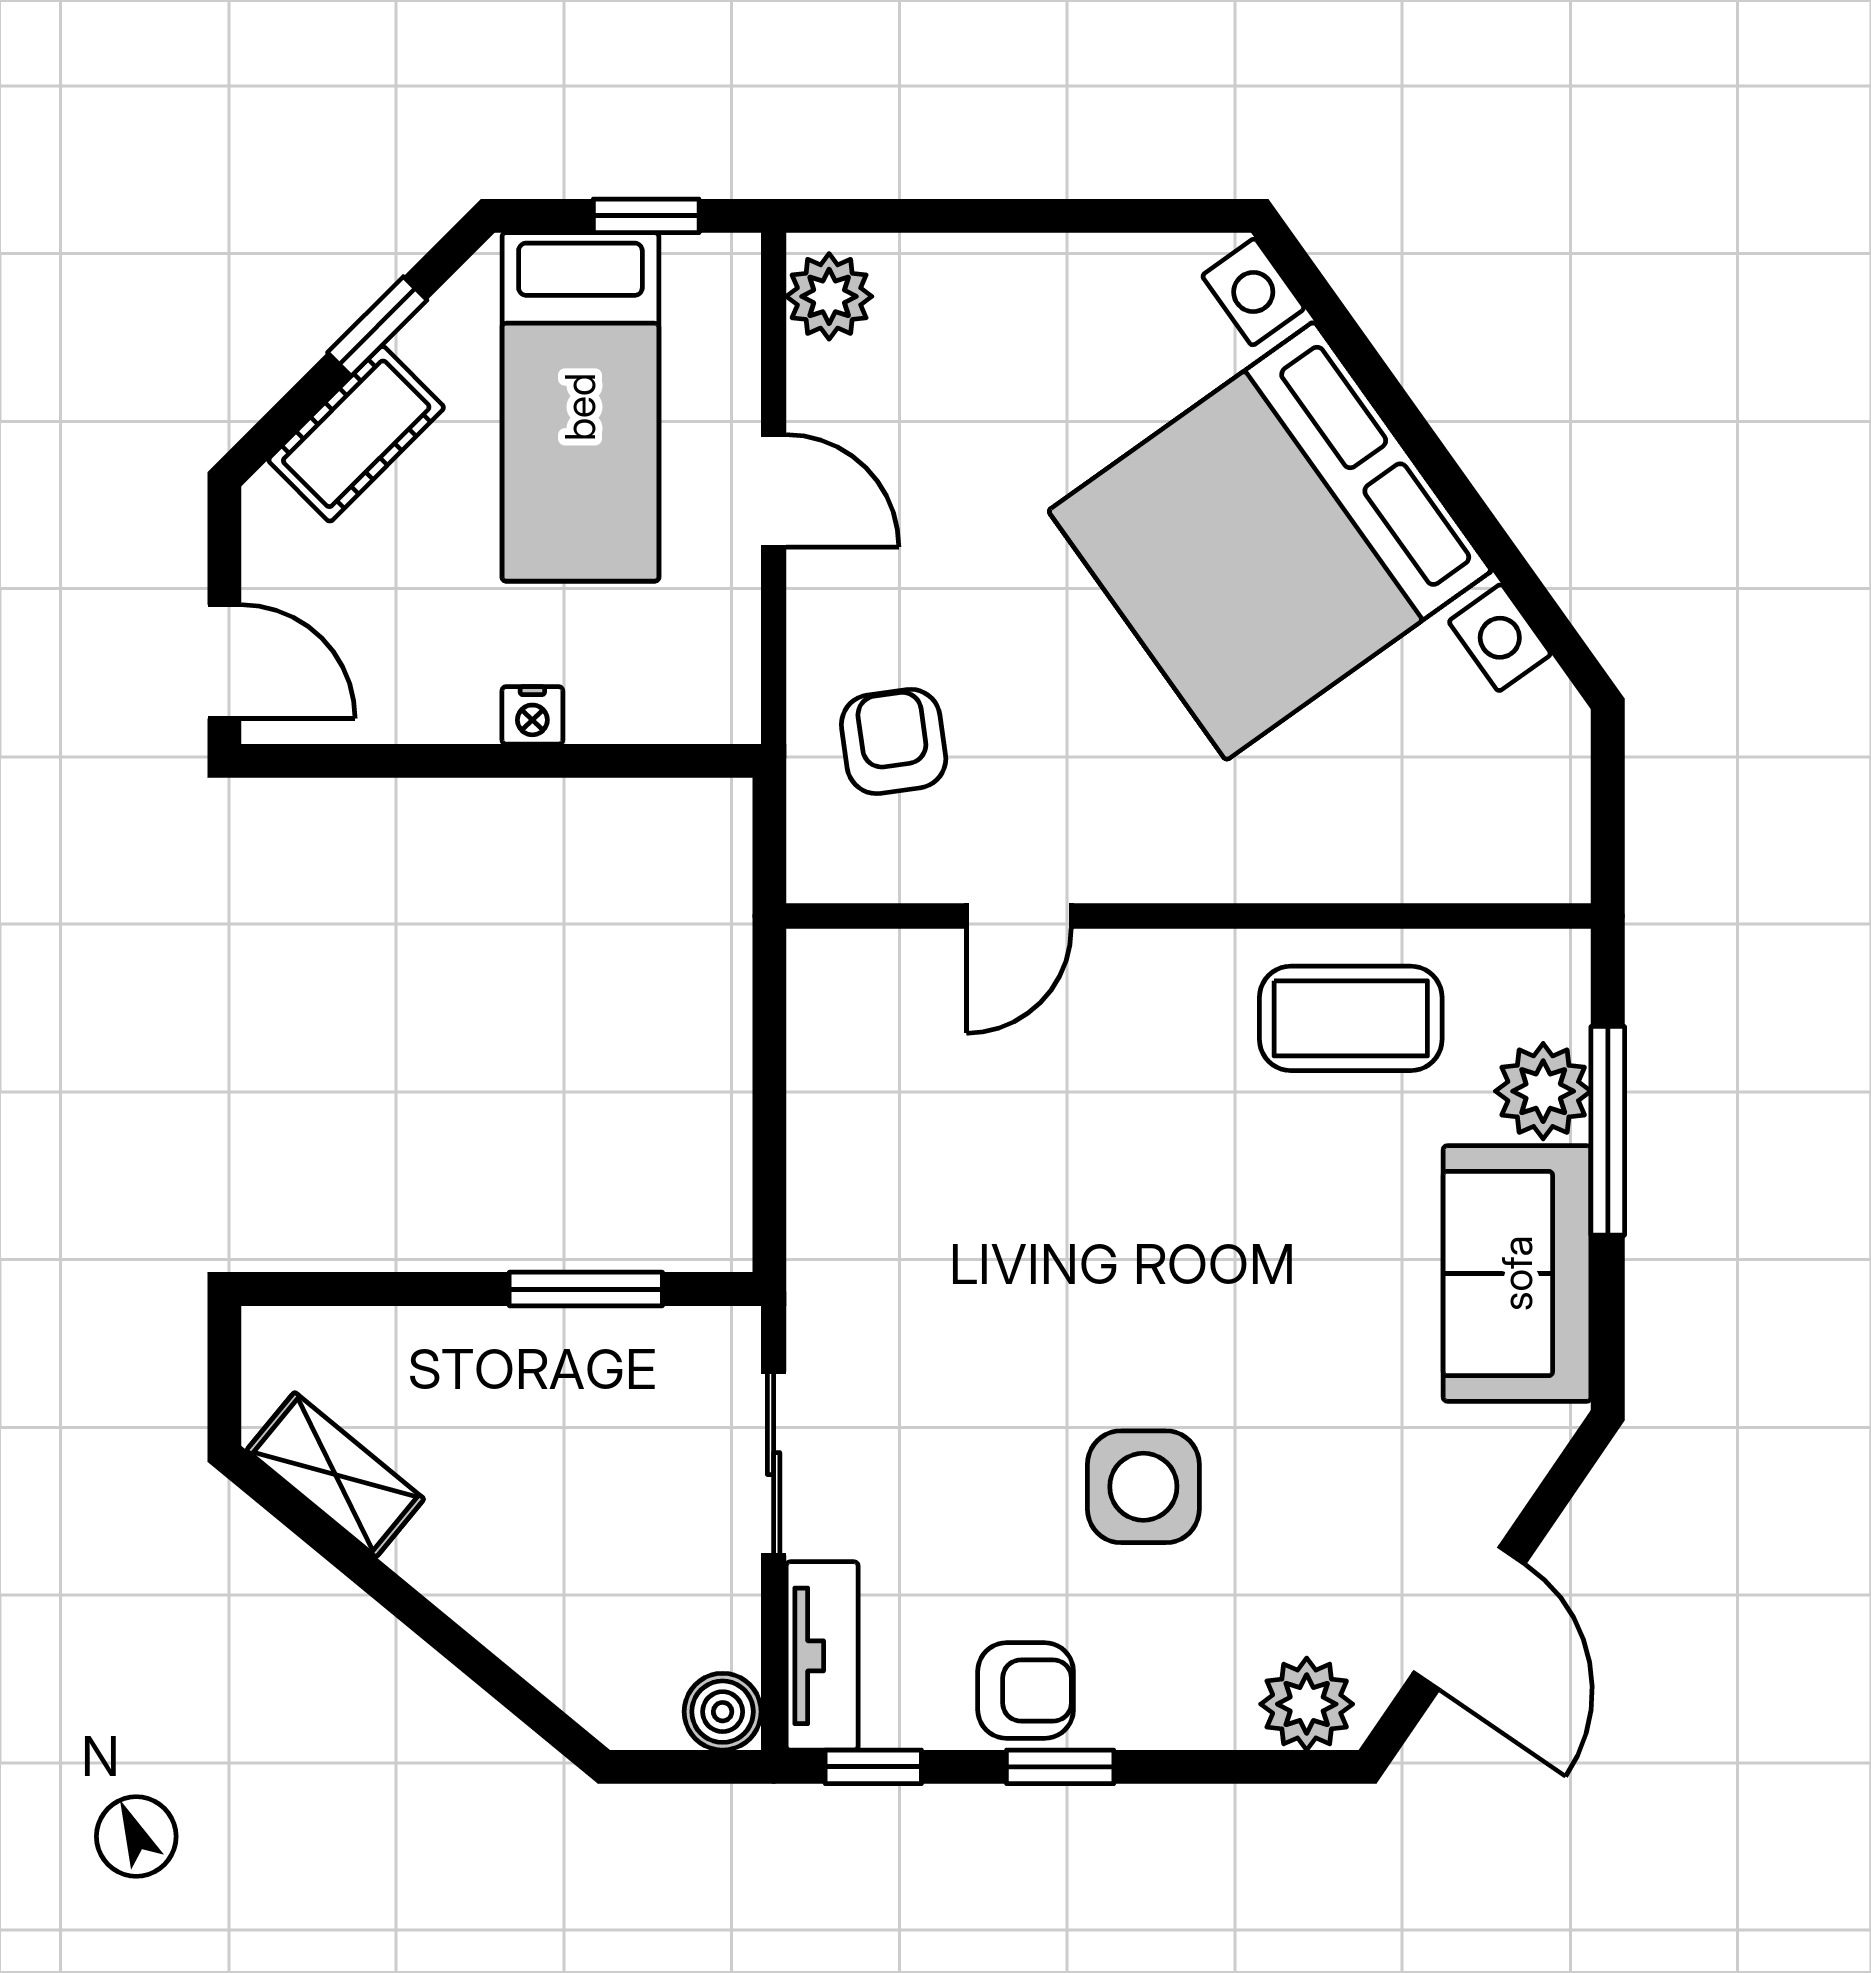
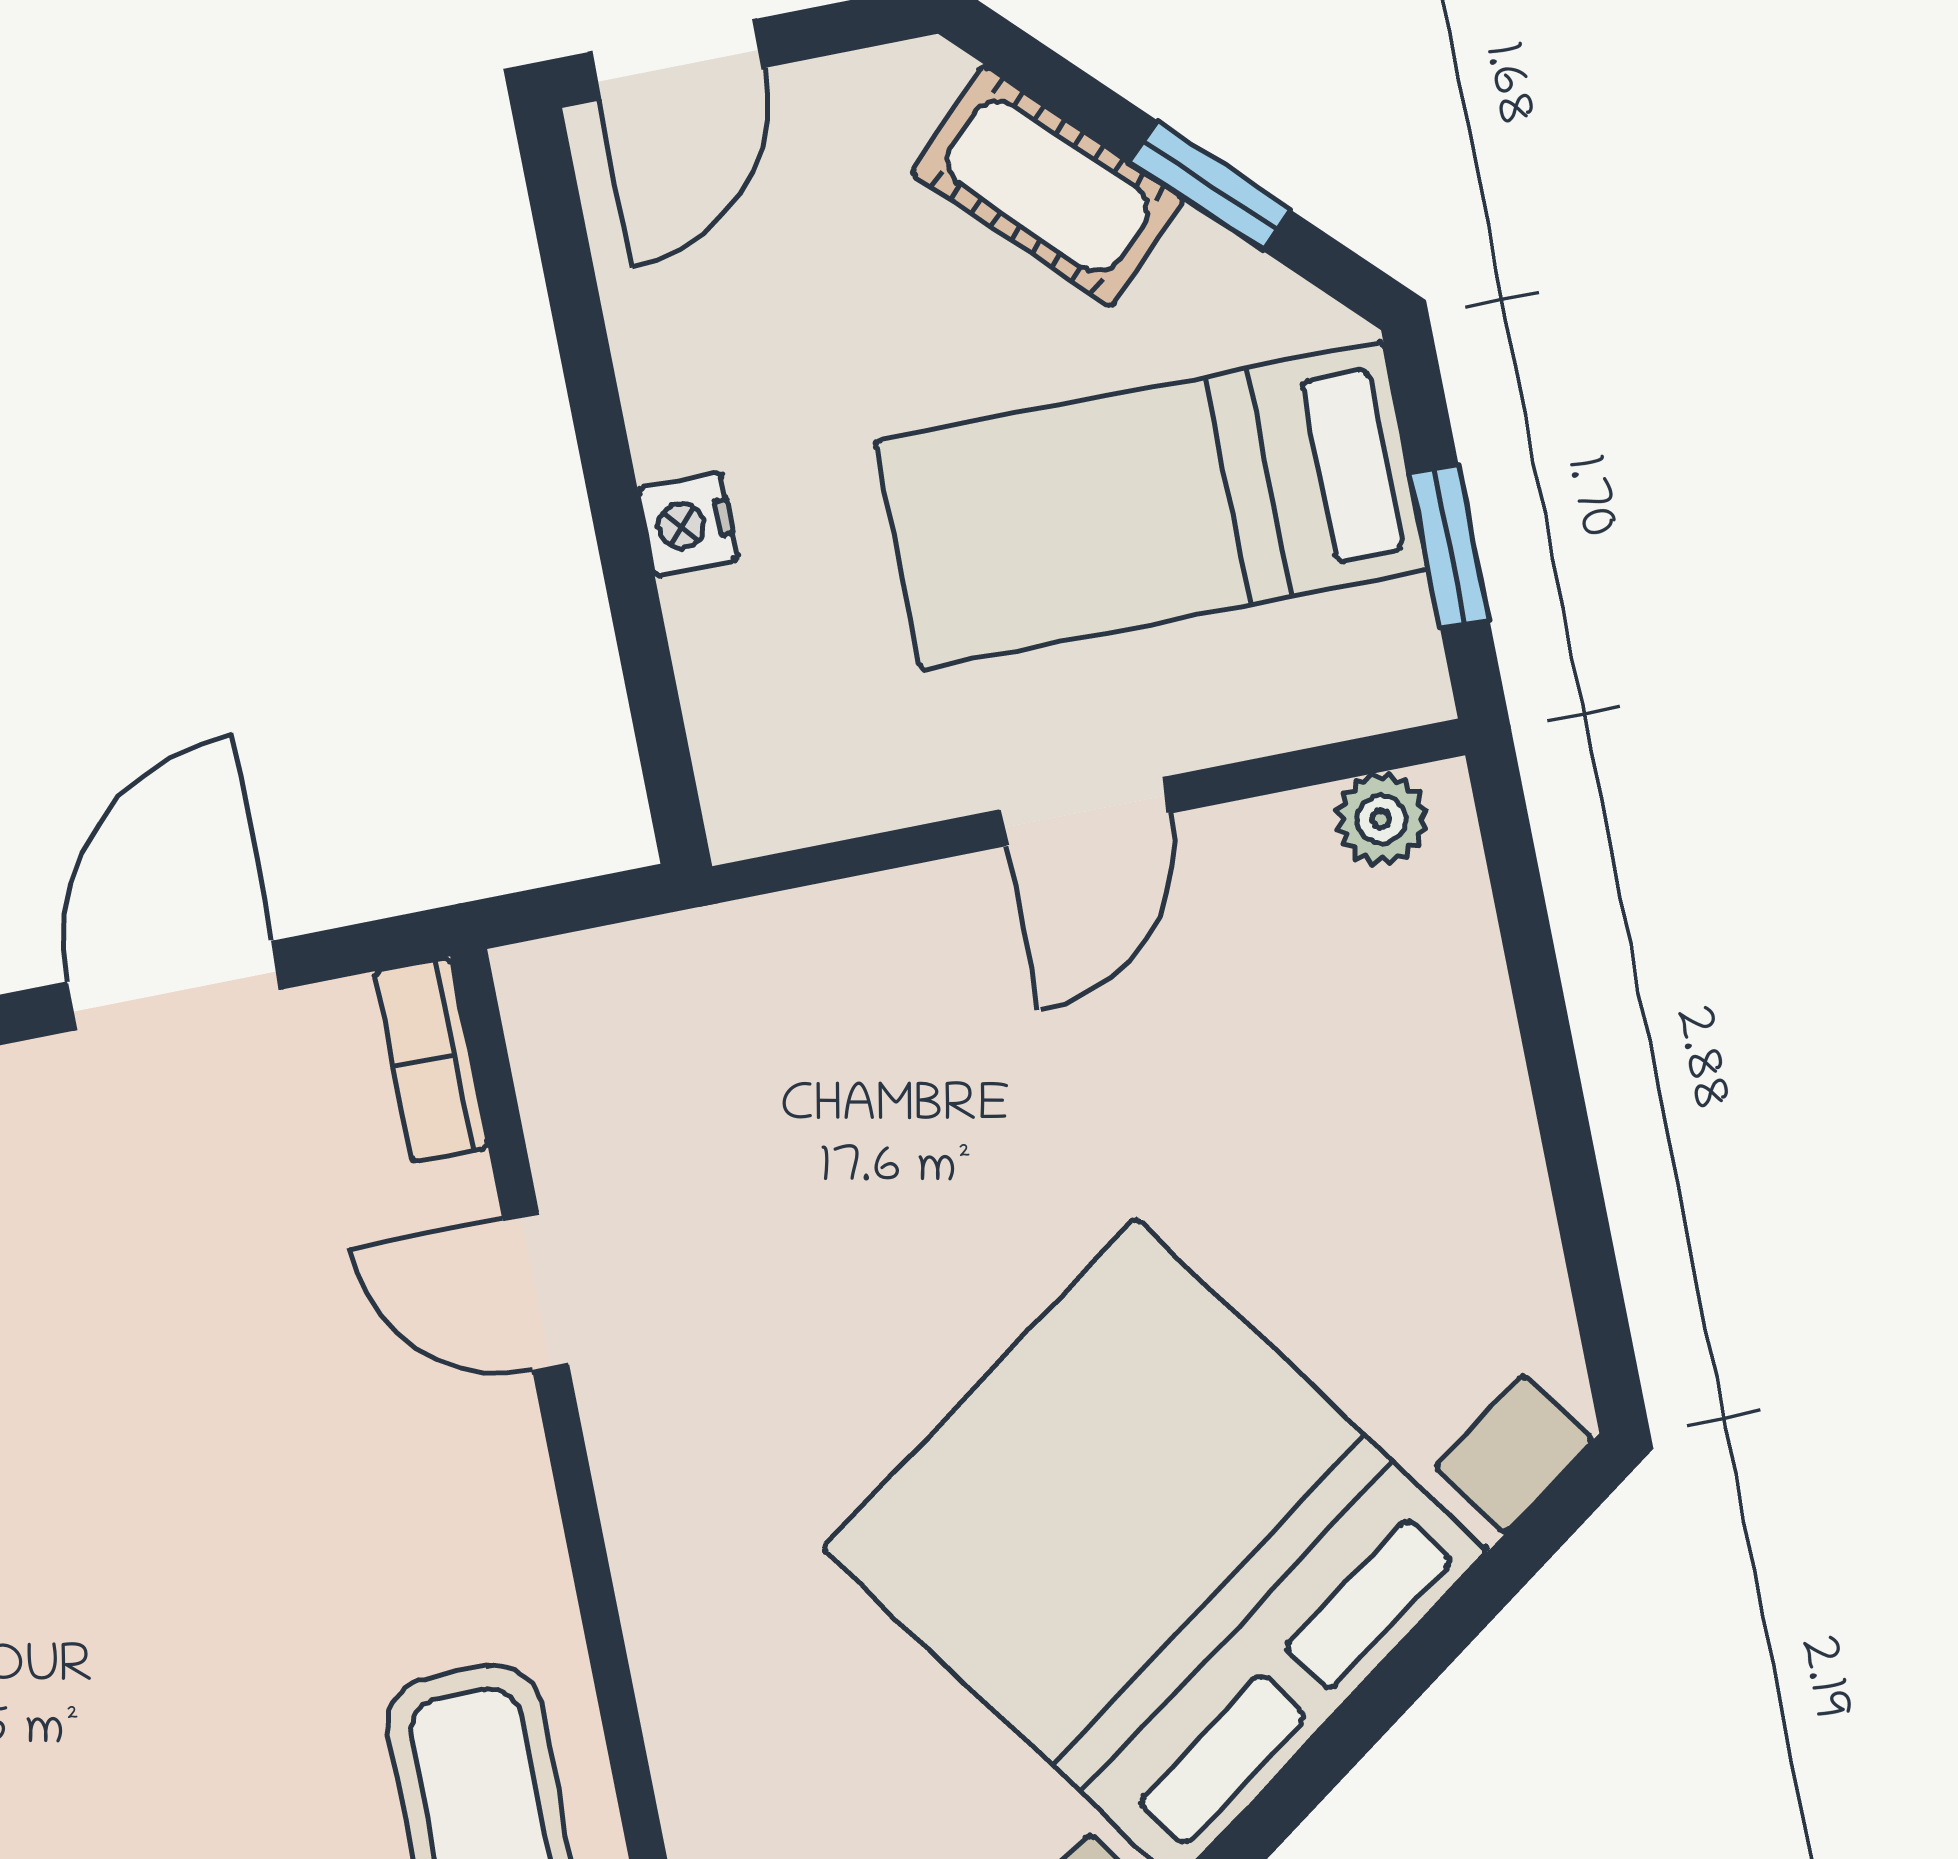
plant: (829, 296) -> (1381, 819), width x0.73, depth x0.73
armchair: (894, 741) -> (754, 1059), removed
bookcase: (852, 955) -> (431, 1060), added
door: (769, 1114) -> (175, 985), added

